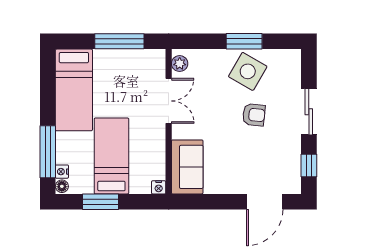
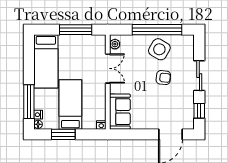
window: (244, 41) -> (157, 30), width x2.11

